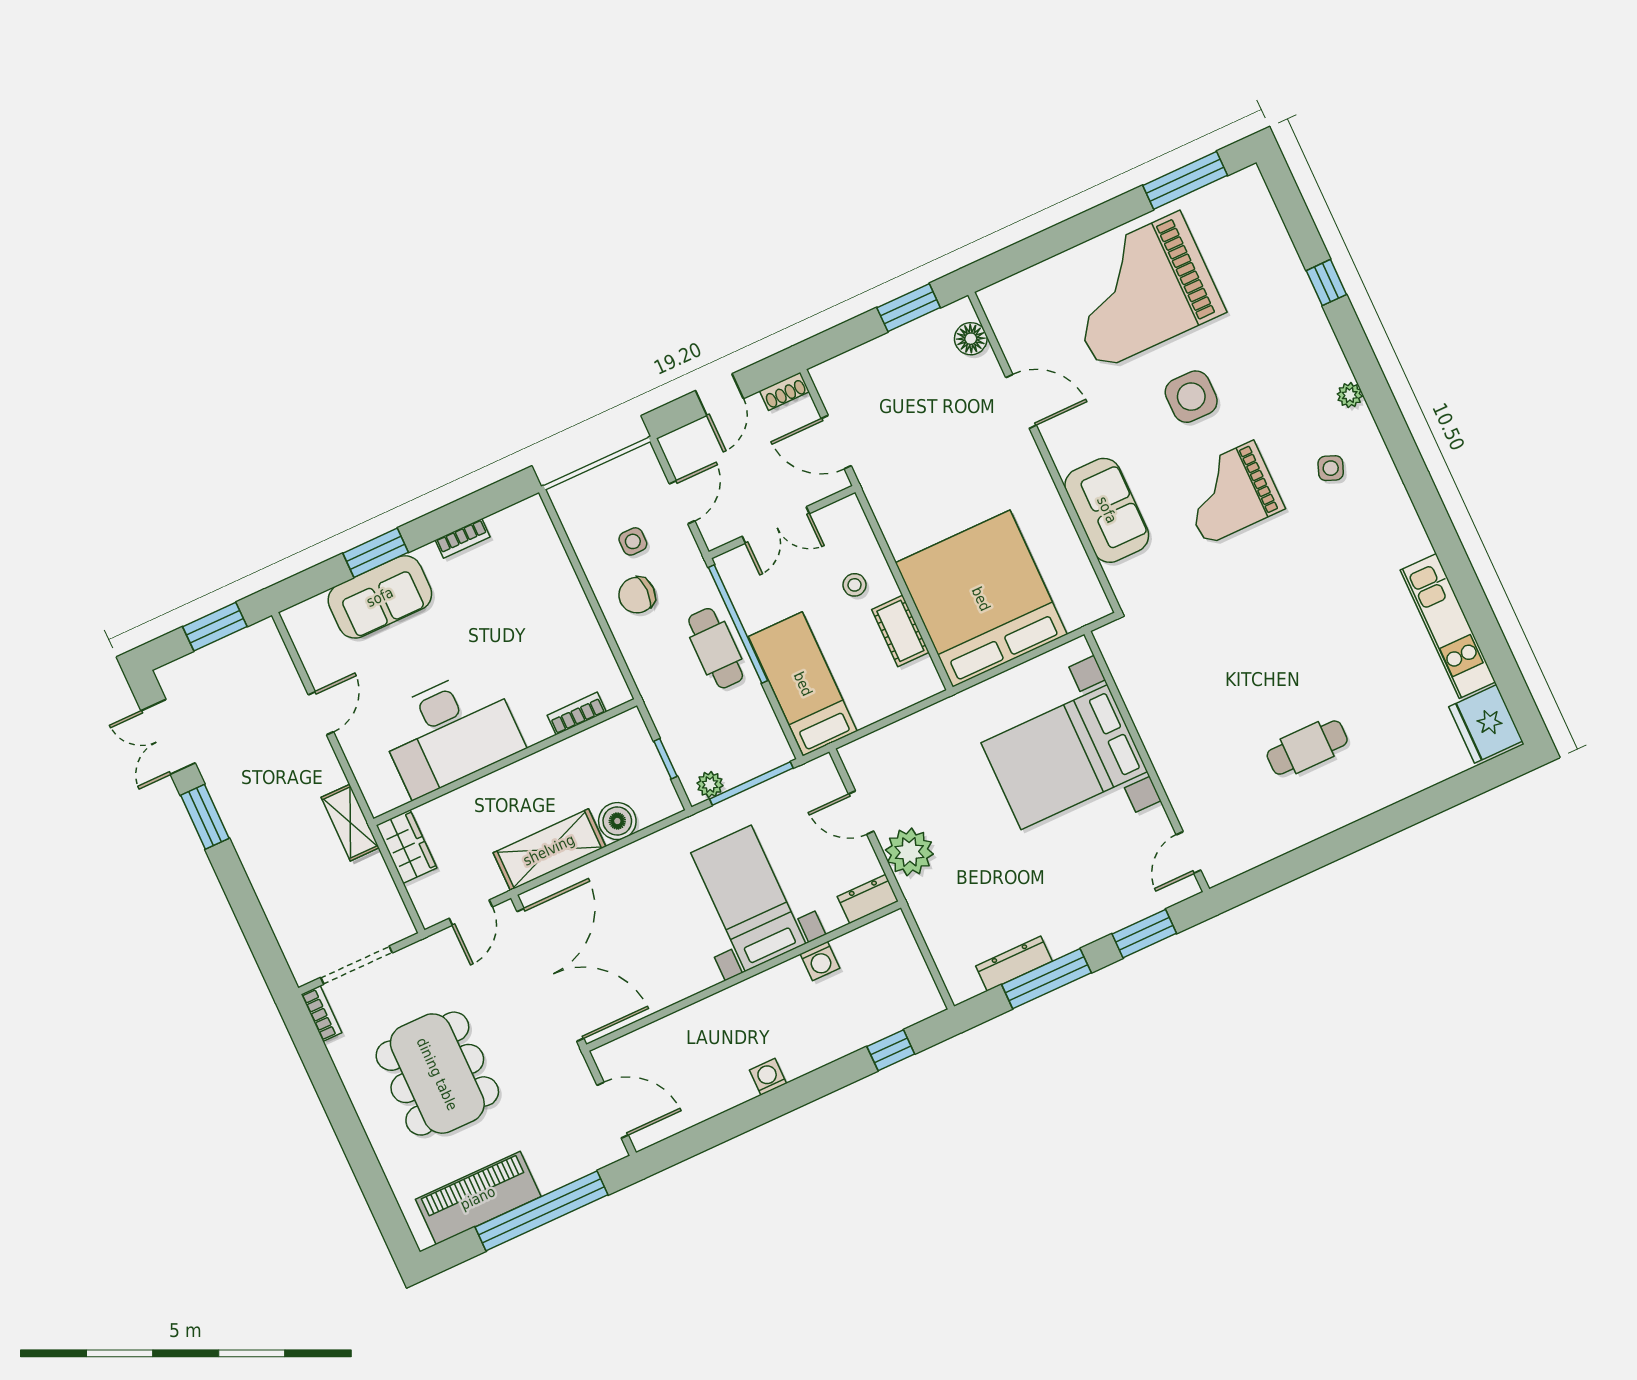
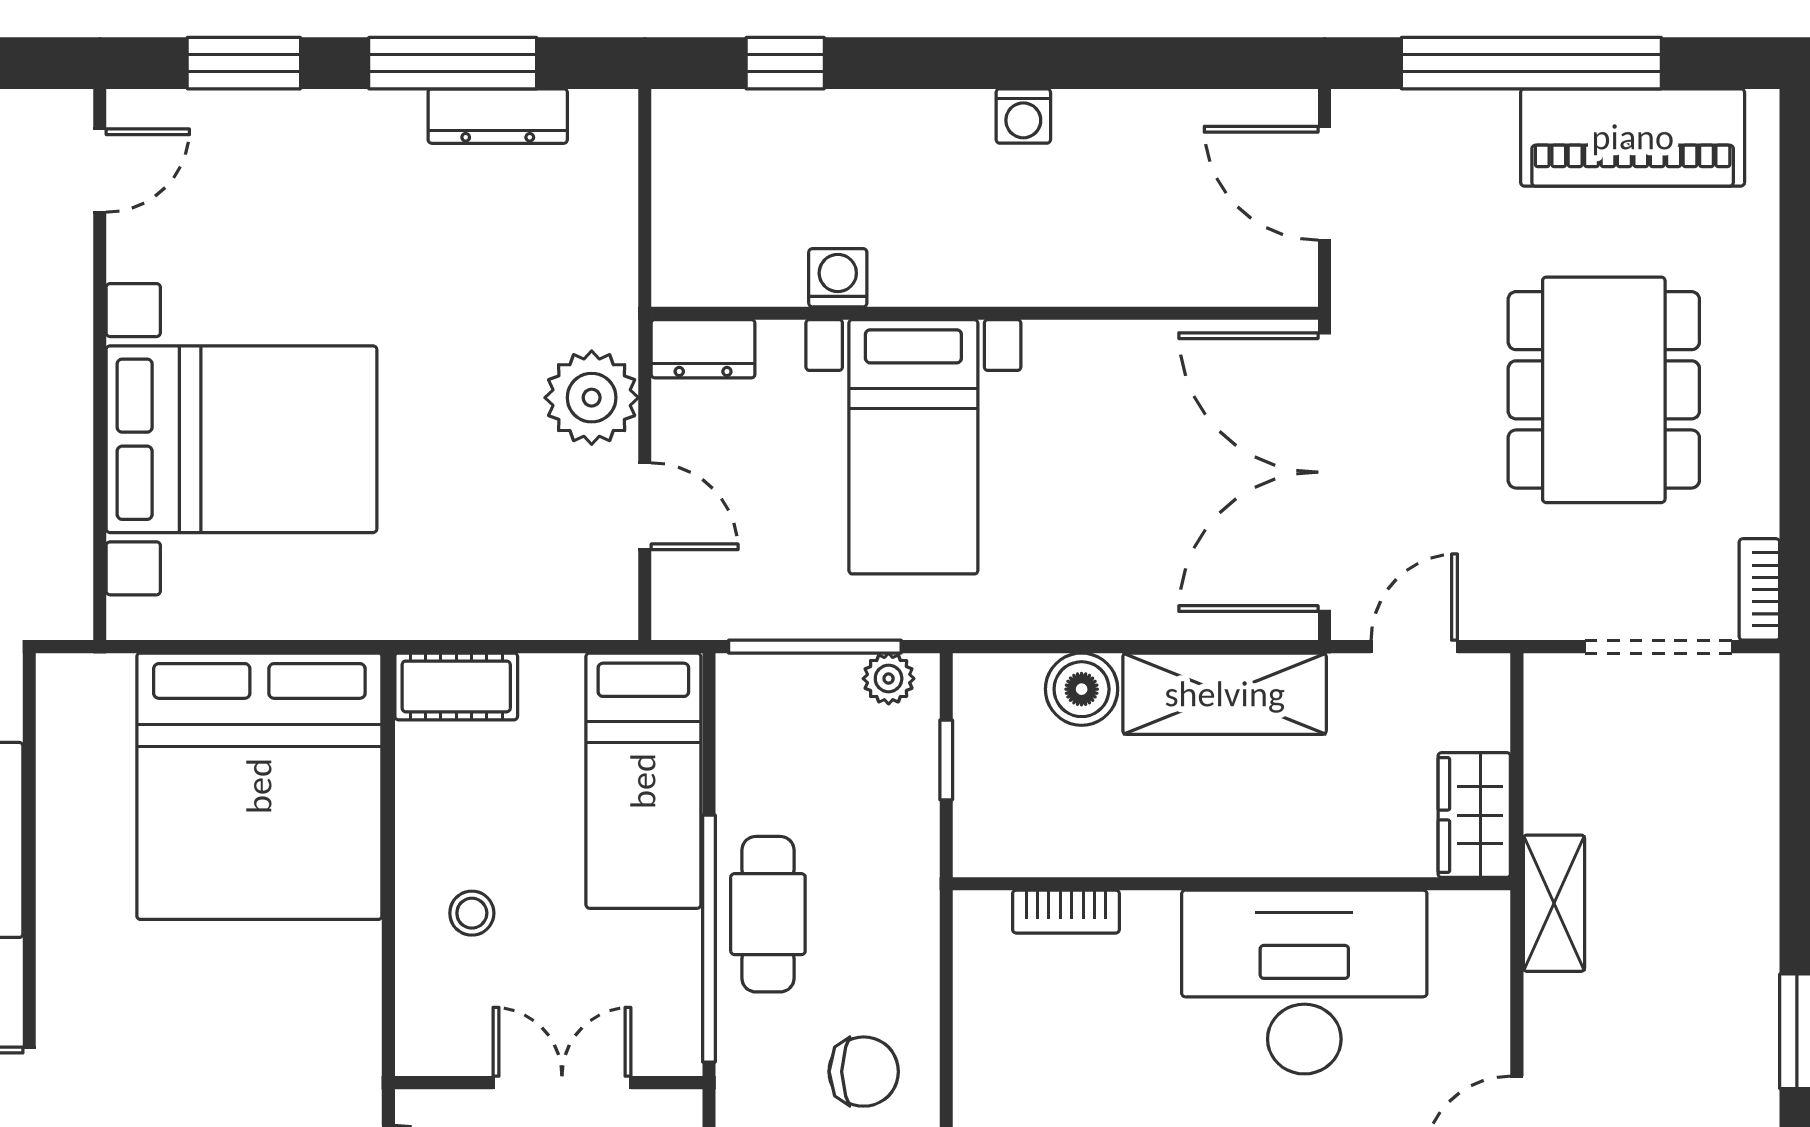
cot: (900, 631) -> (456, 686), moved, turned 90

